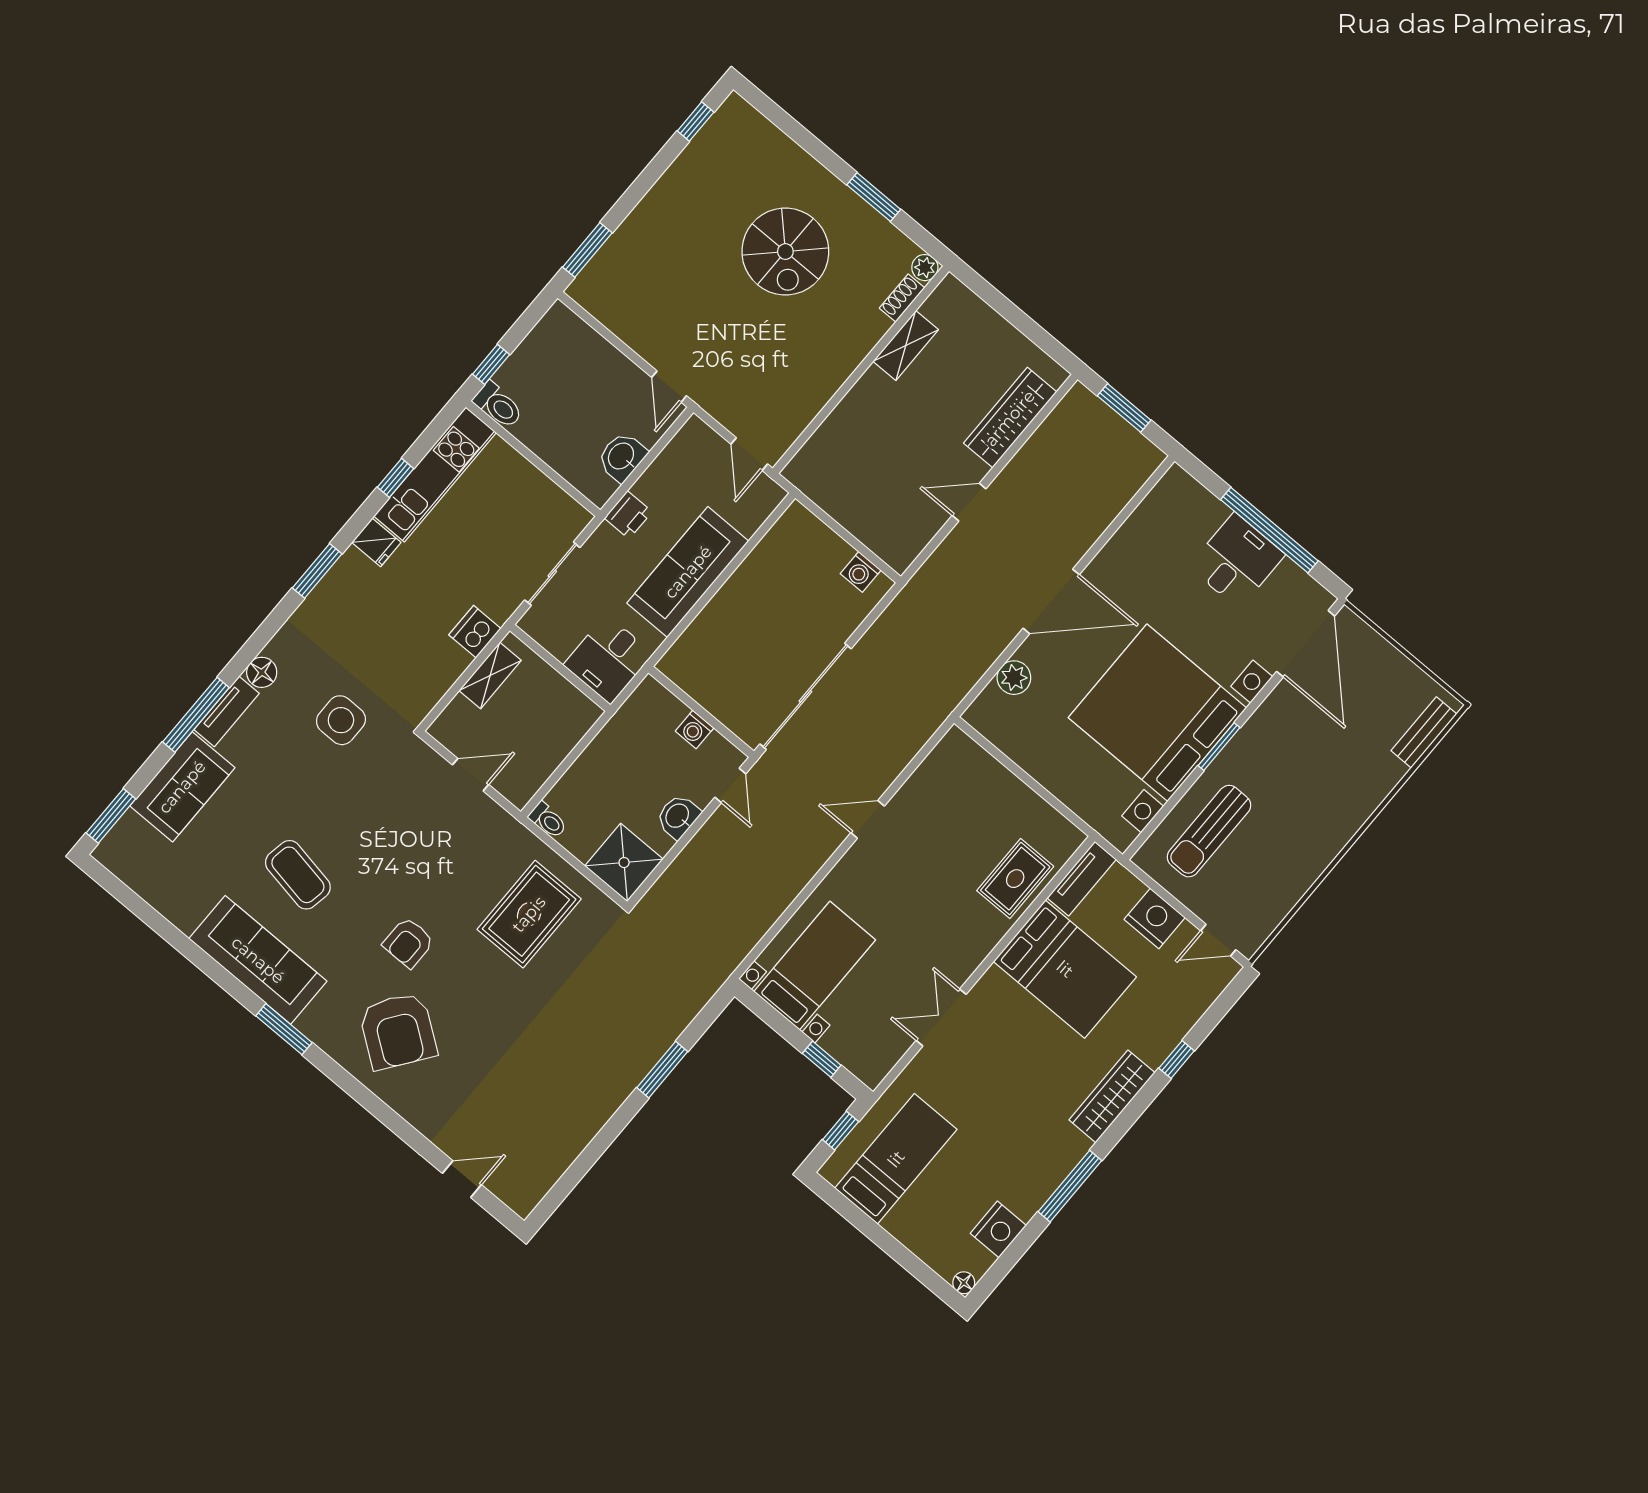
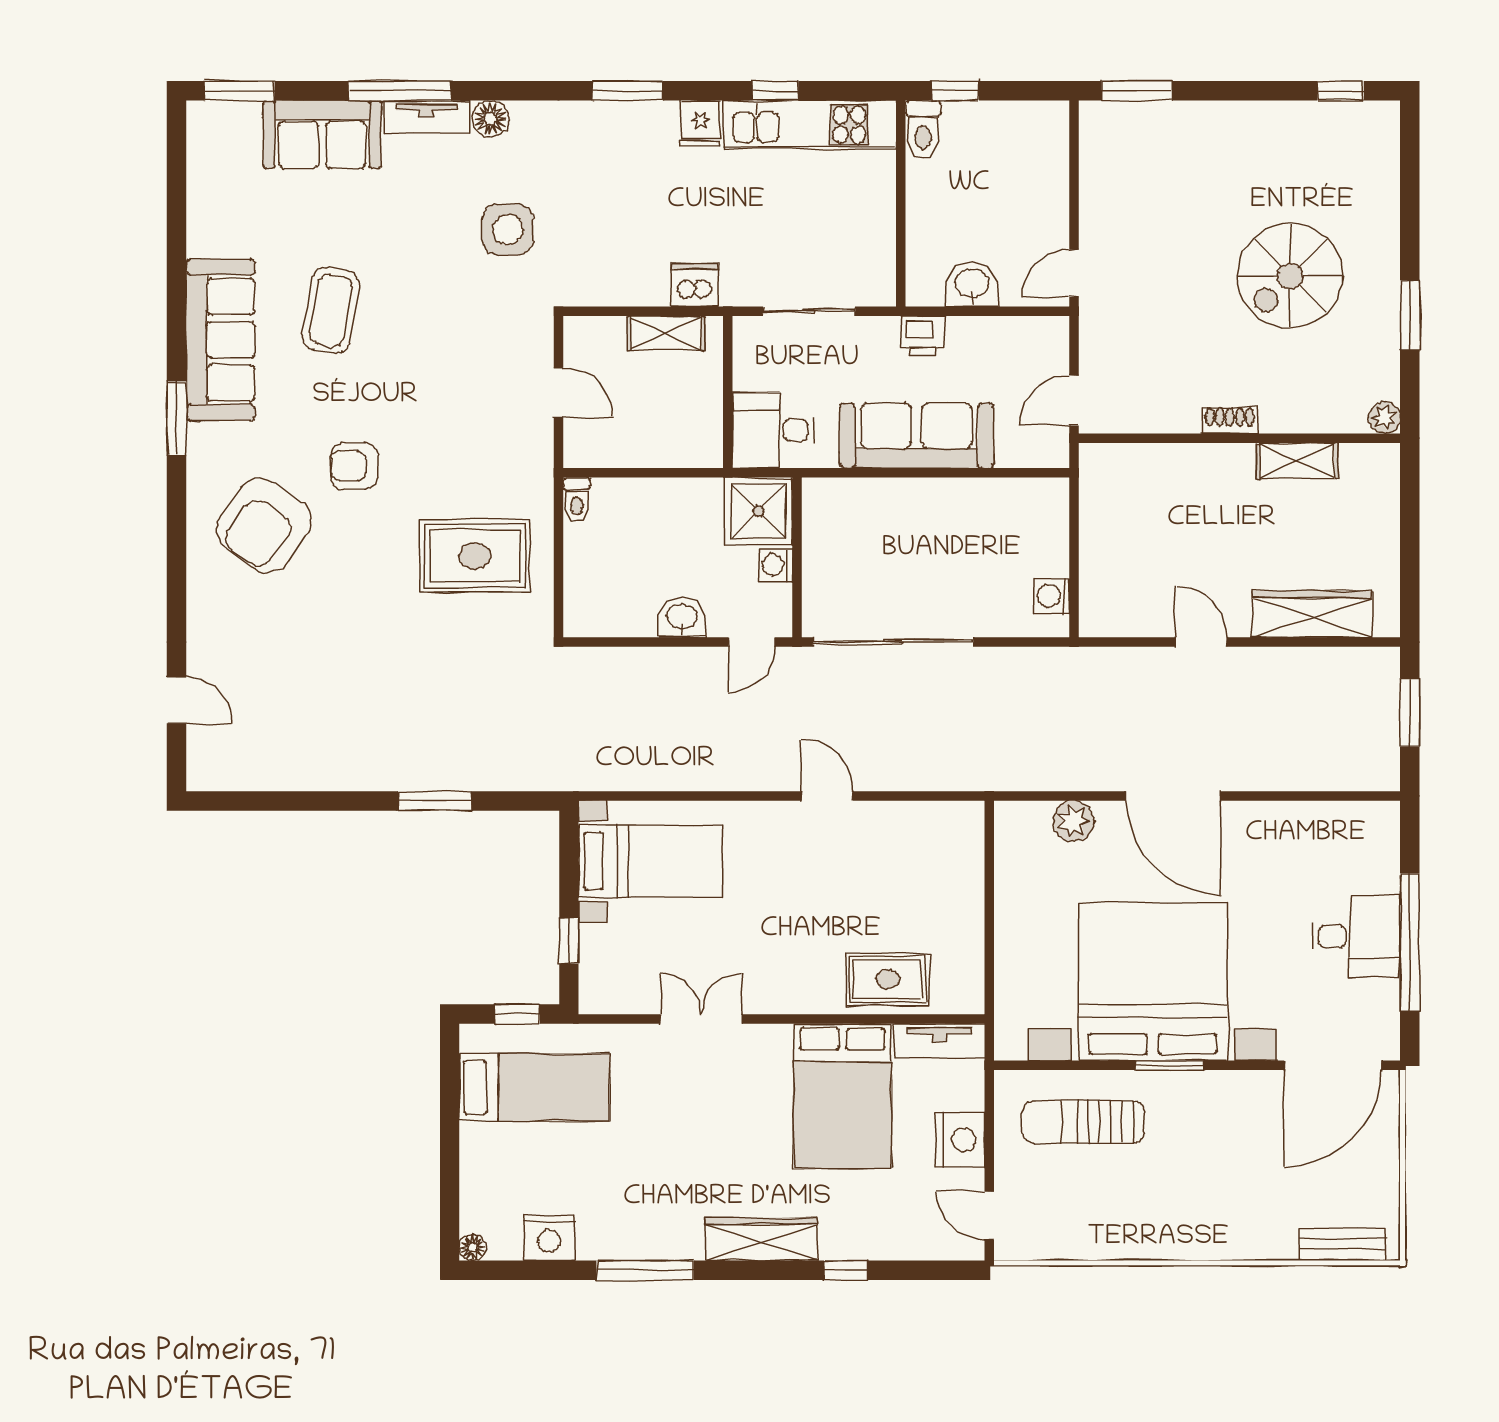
shoe rack: (902, 298) -> (1230, 420), moved
shower: (624, 863) -> (758, 511), moved

